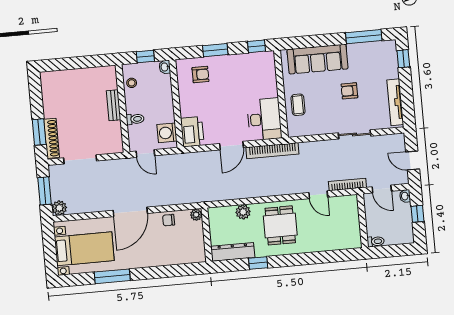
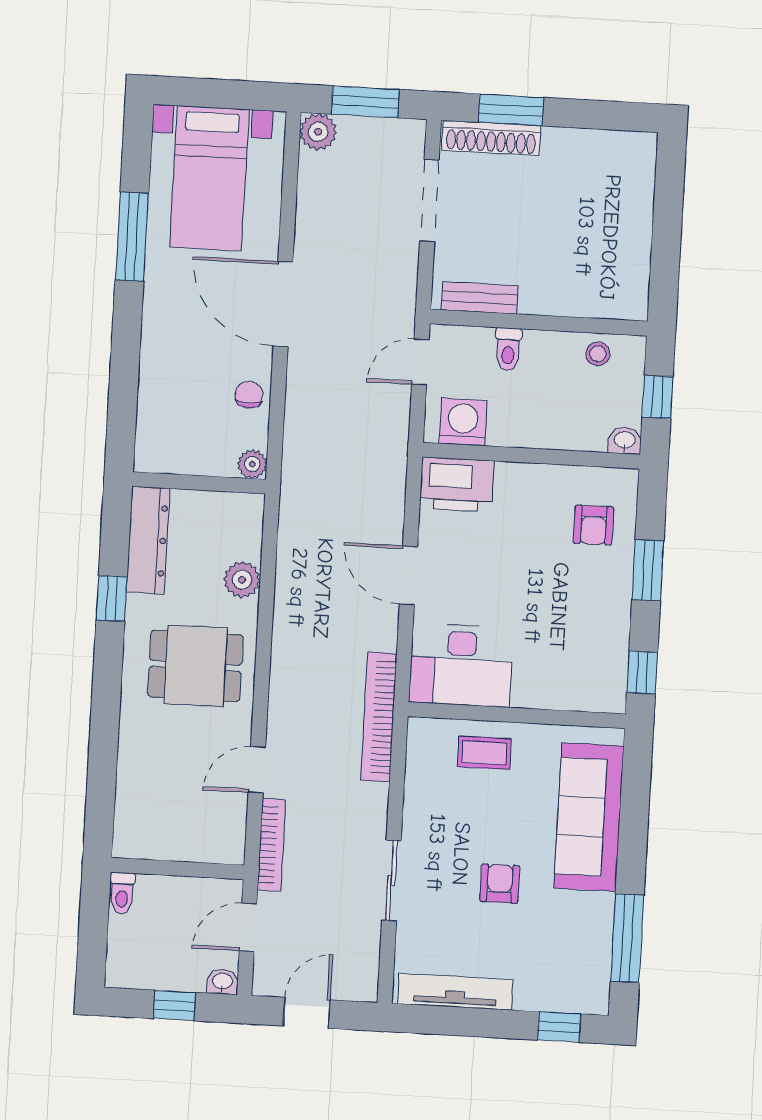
bench: (114, 105) -> (480, 298), moved
bookcase: (272, 151) -> (379, 717), moved

